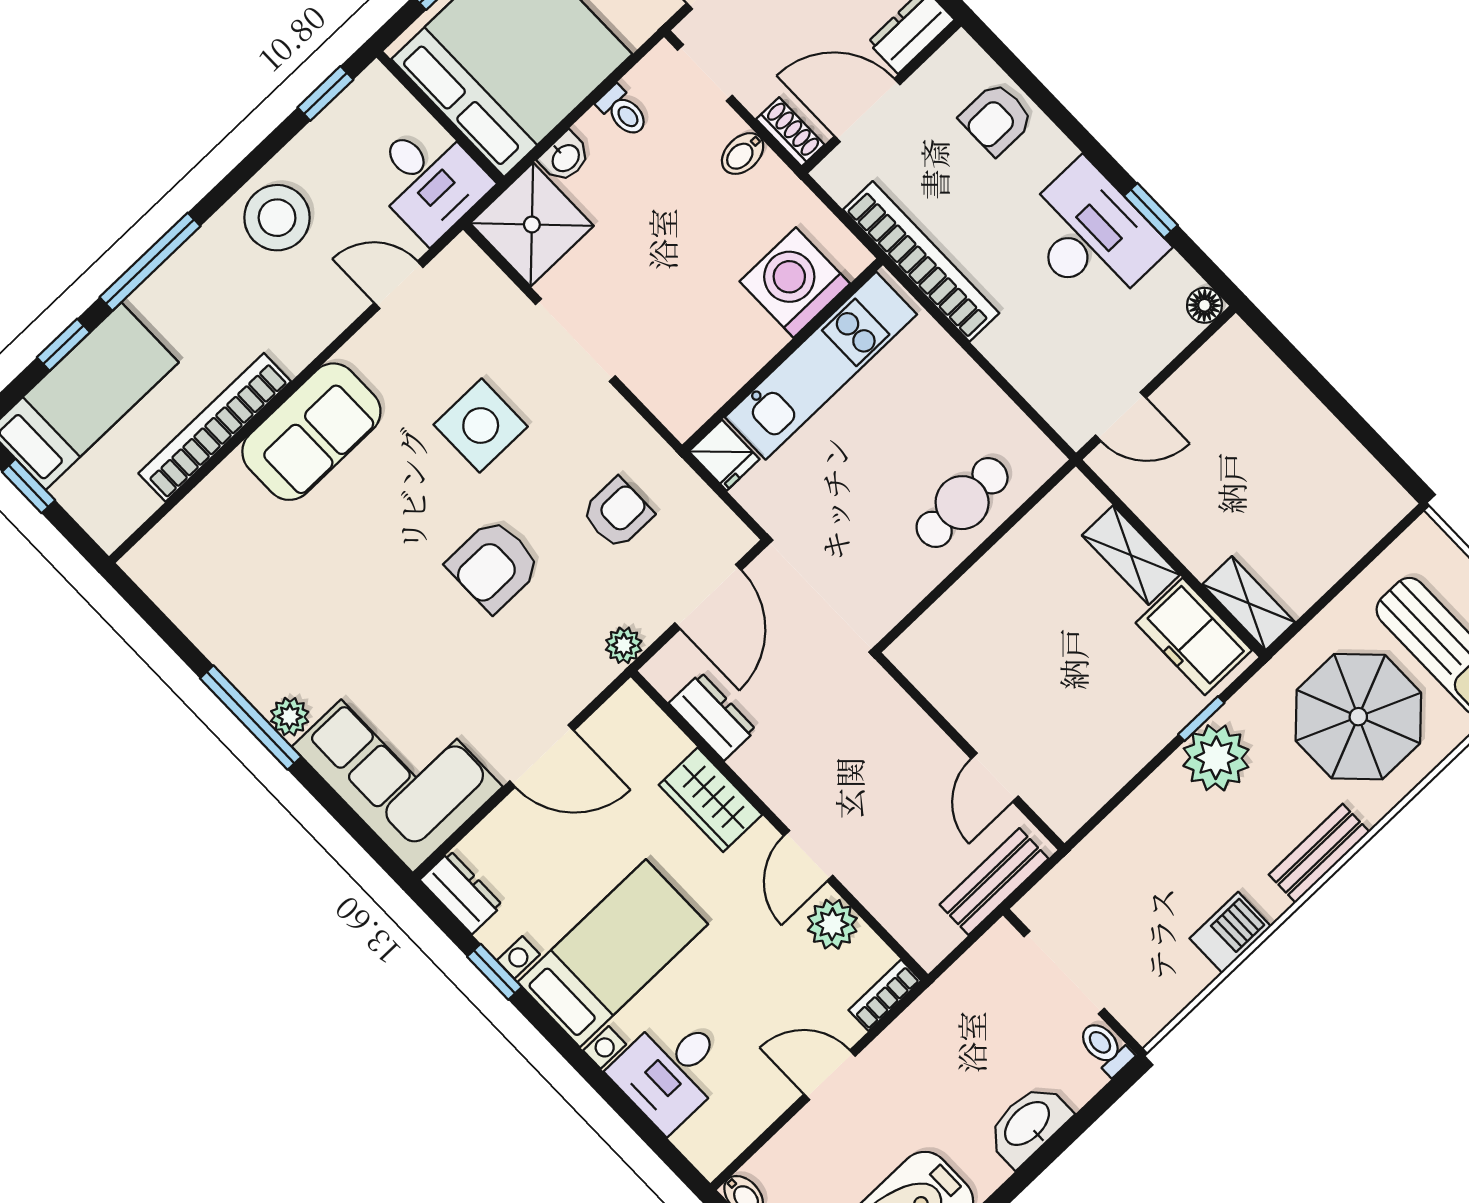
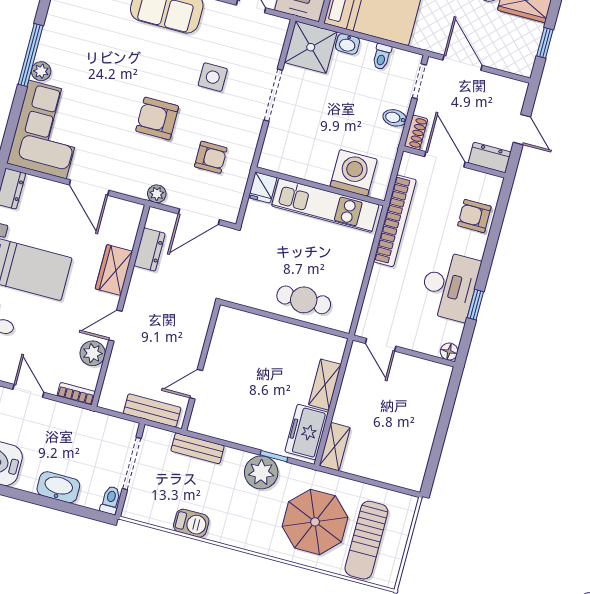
side table: (481, 426) -> (213, 77), width x0.73, depth x0.73
bench: (1319, 853) -> (198, 448), moved

